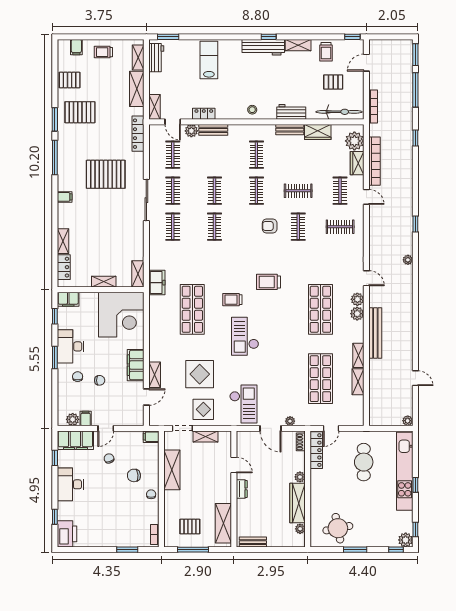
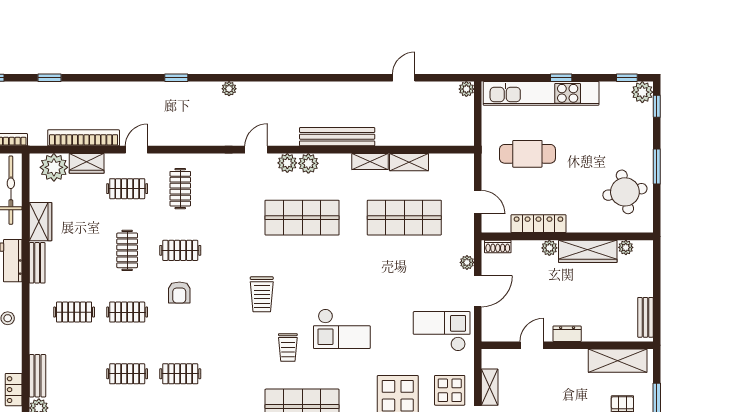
locker: (316, 450) -> (538, 224), moved

